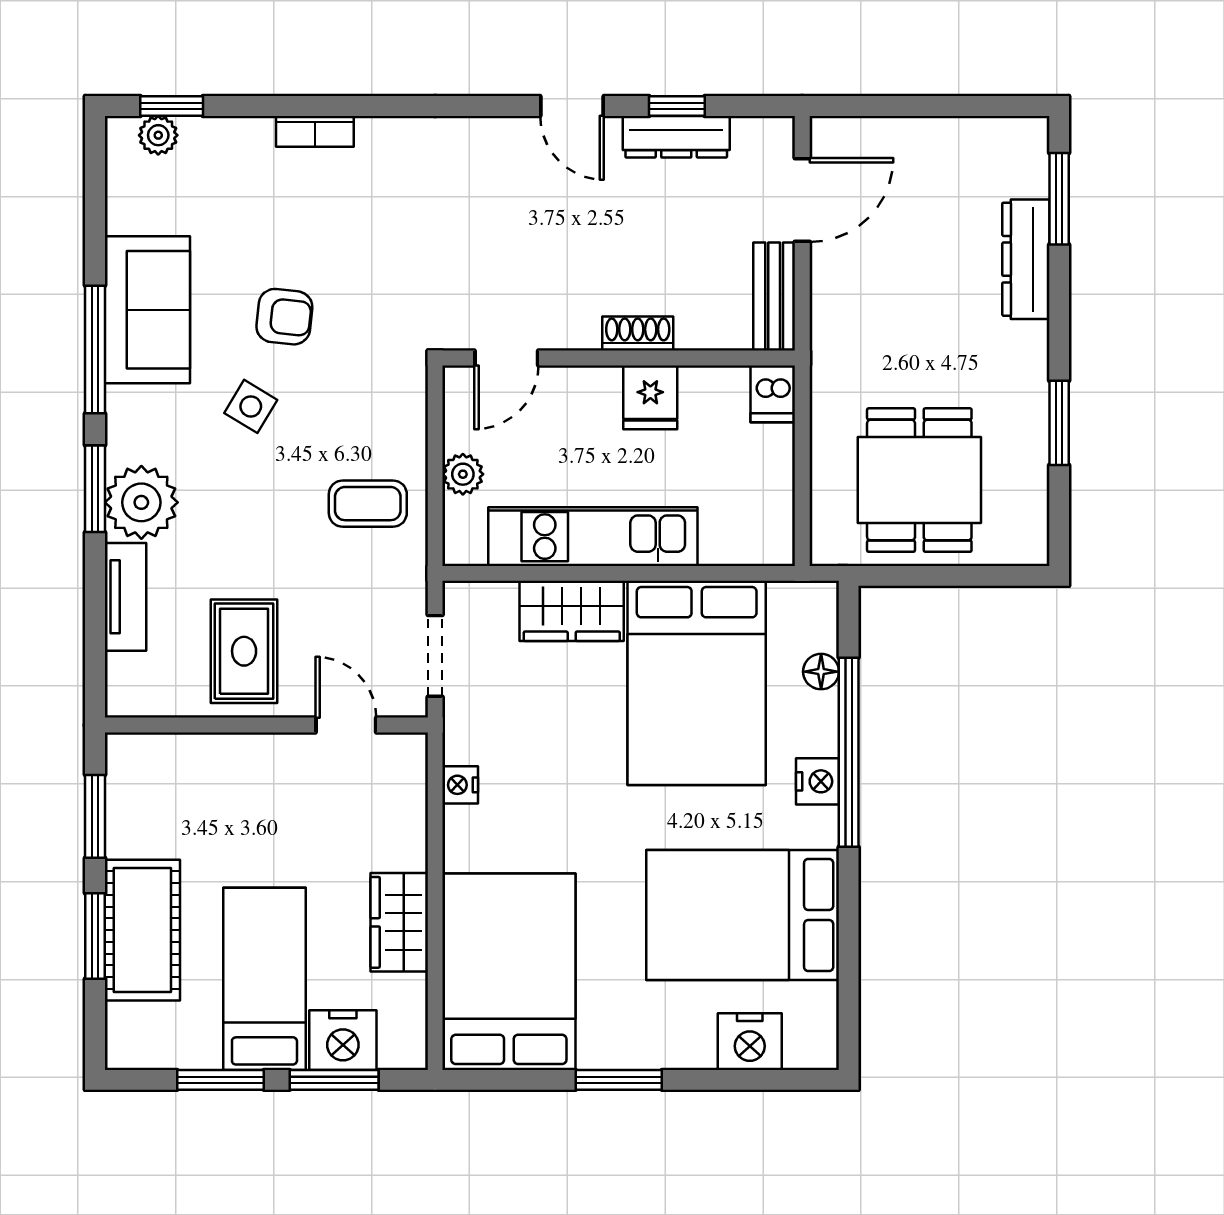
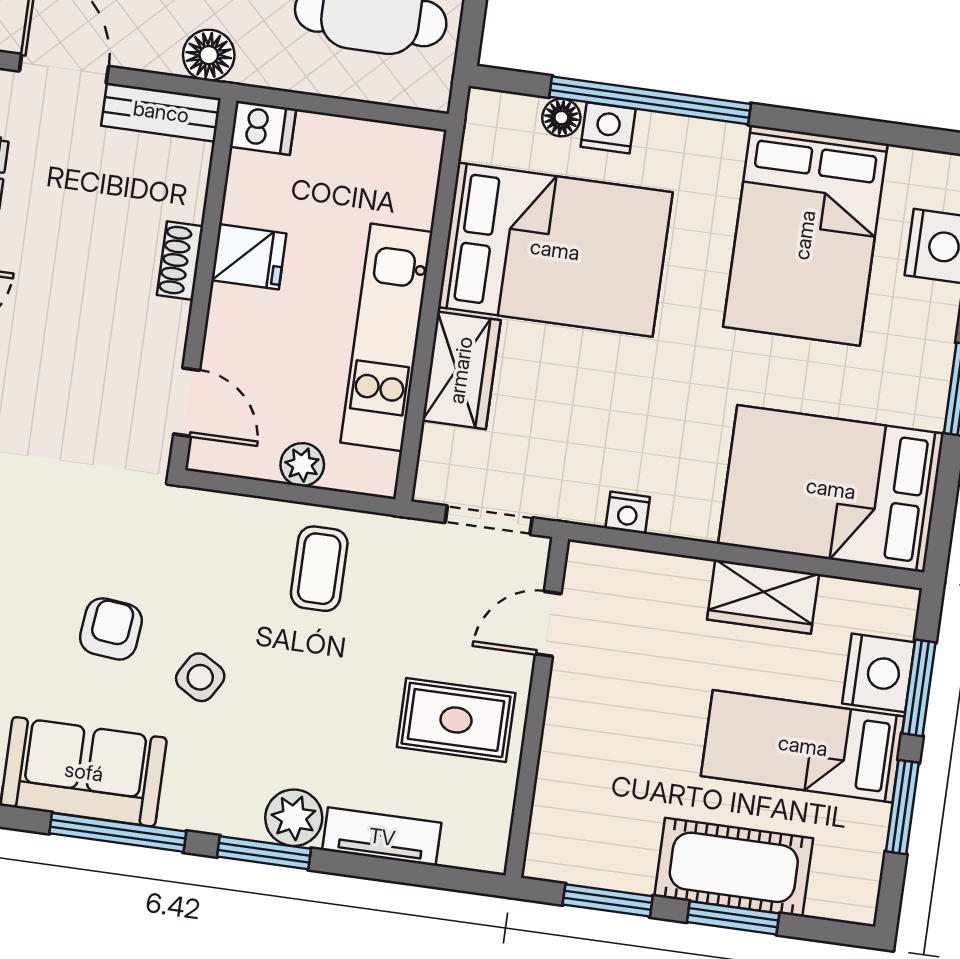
floor lamp: (834, 334) -> (209, 55), added
plant: (141, 502) -> (294, 818), width x0.73, depth x0.73
nightstand: (817, 781) -> (608, 128), moved

